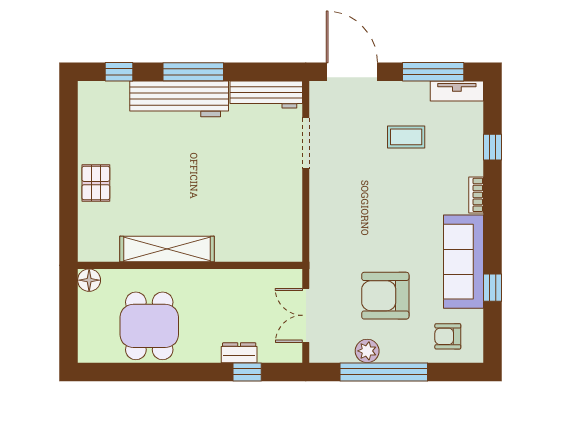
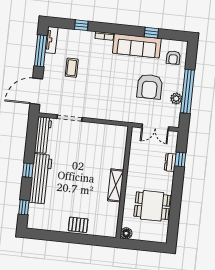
window: (193, 72) -> (28, 170), width x0.46
shelving: (167, 249) -> (116, 185), width x0.68

